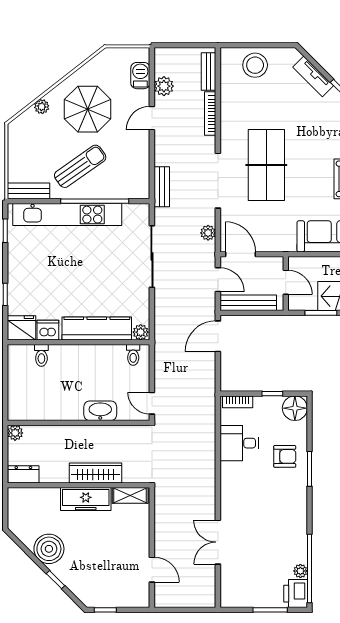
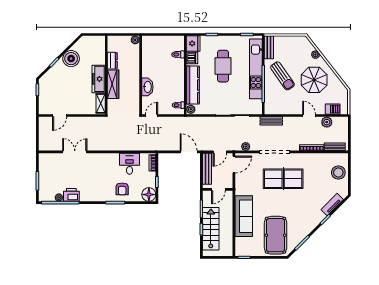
cafe table: (62, 274) -> (223, 66), added
dresser: (23, 474) -> (112, 61), moved
printer: (296, 594) -> (71, 195), moved

